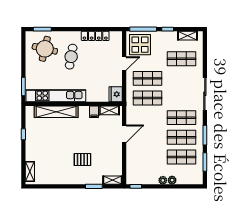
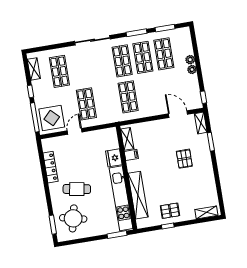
door: (124, 63) -> (75, 131), hinge flipped
fridge: (116, 94) -> (114, 158), moved, turned 90
shop shelf: (148, 98) -> (128, 97), moved
door: (124, 134) -> (178, 114), moved
pallet: (37, 139) -> (170, 211), added

